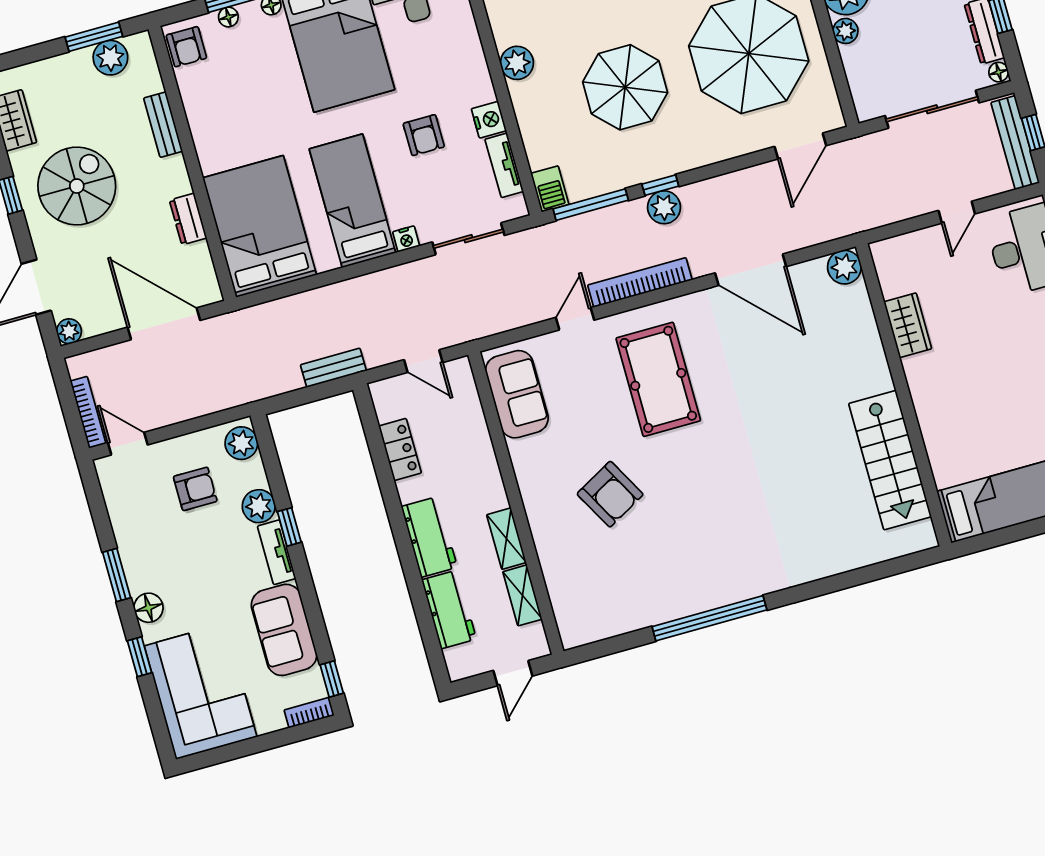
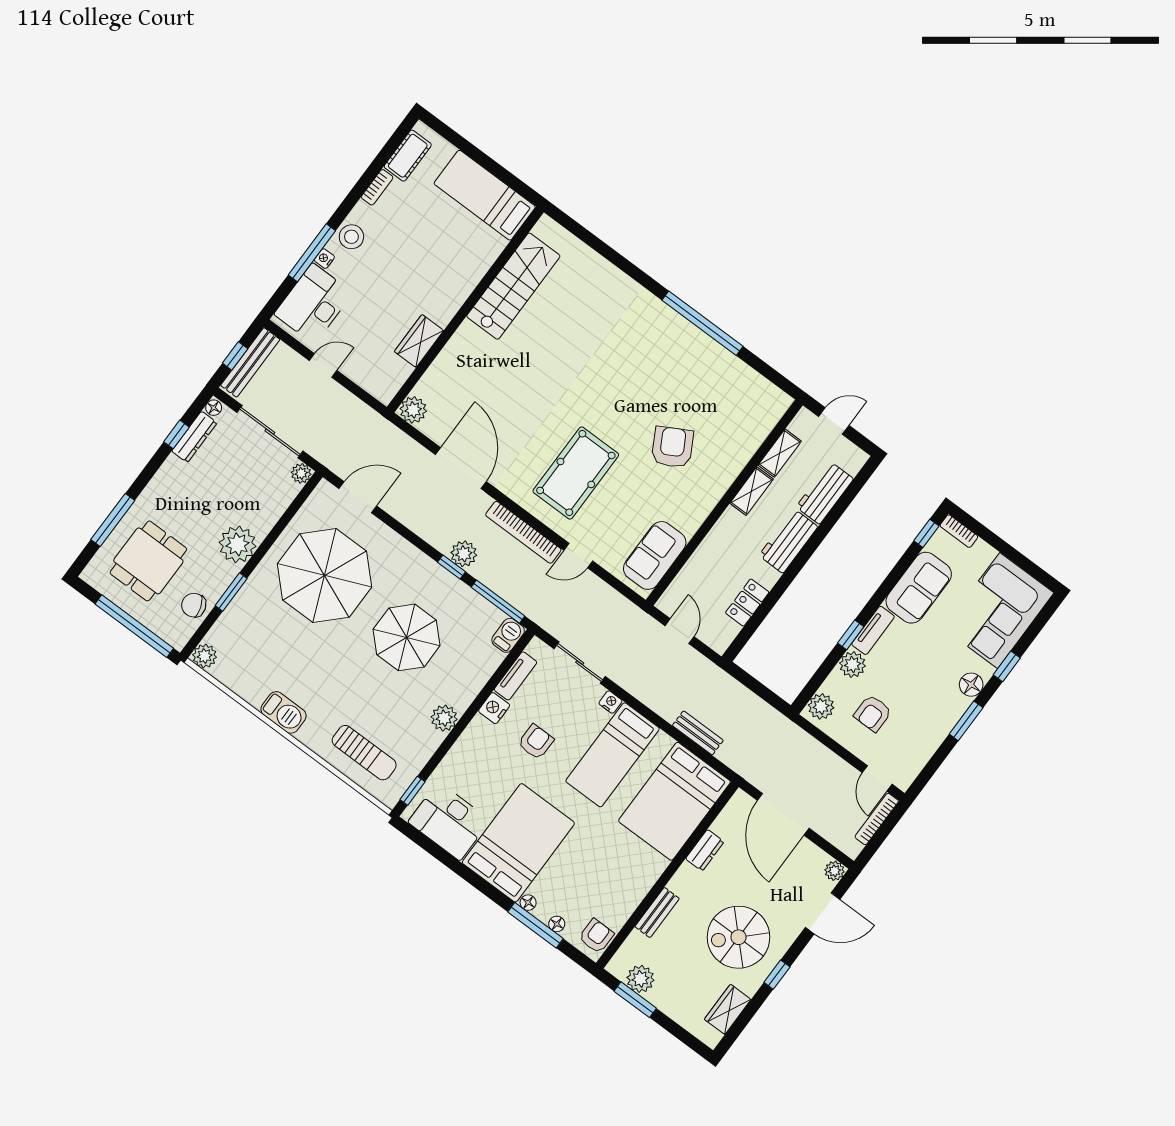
plant: (845, 31) -> (301, 473), moved
bench: (333, 368) -> (698, 733), moved
armchair: (195, 489) -> (873, 713), turned -90

